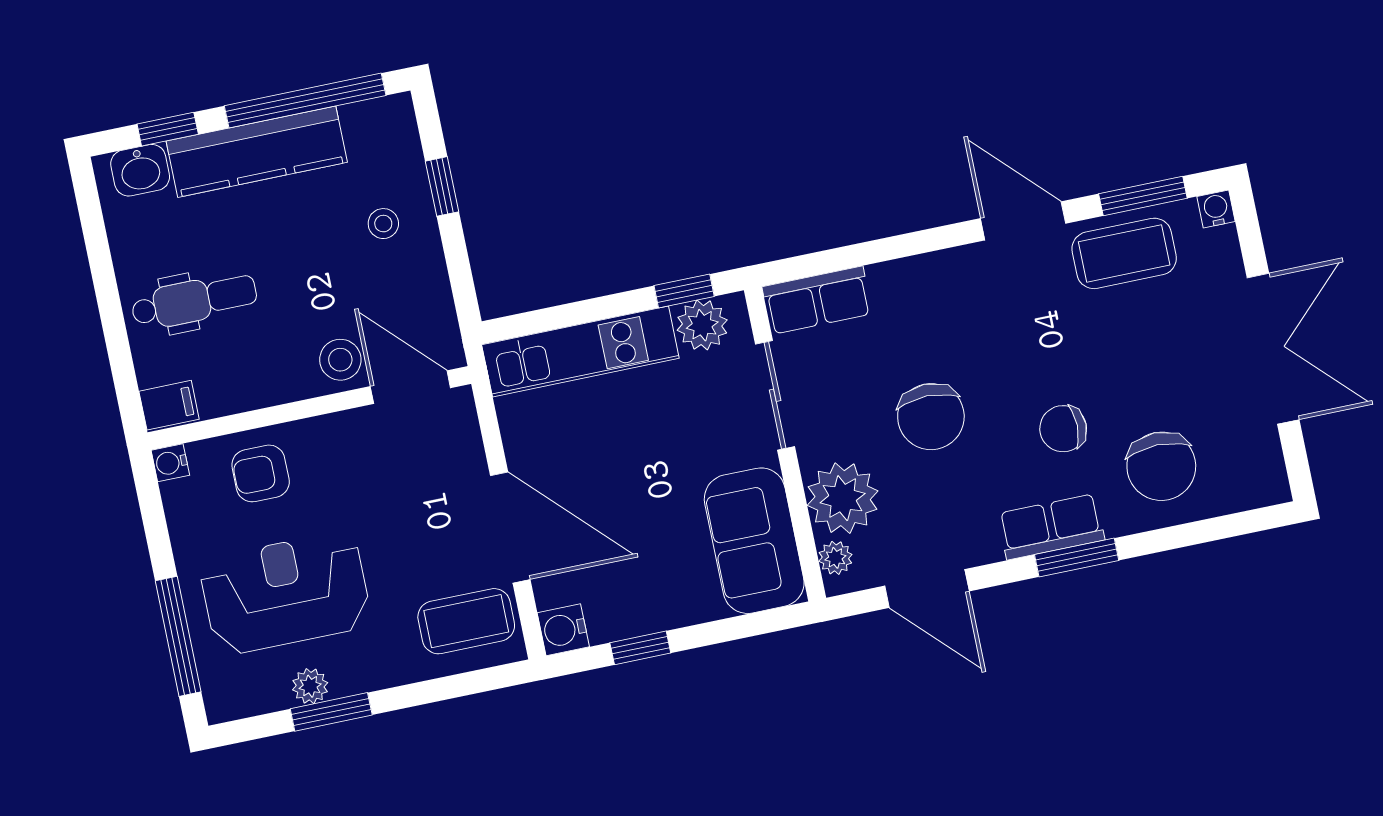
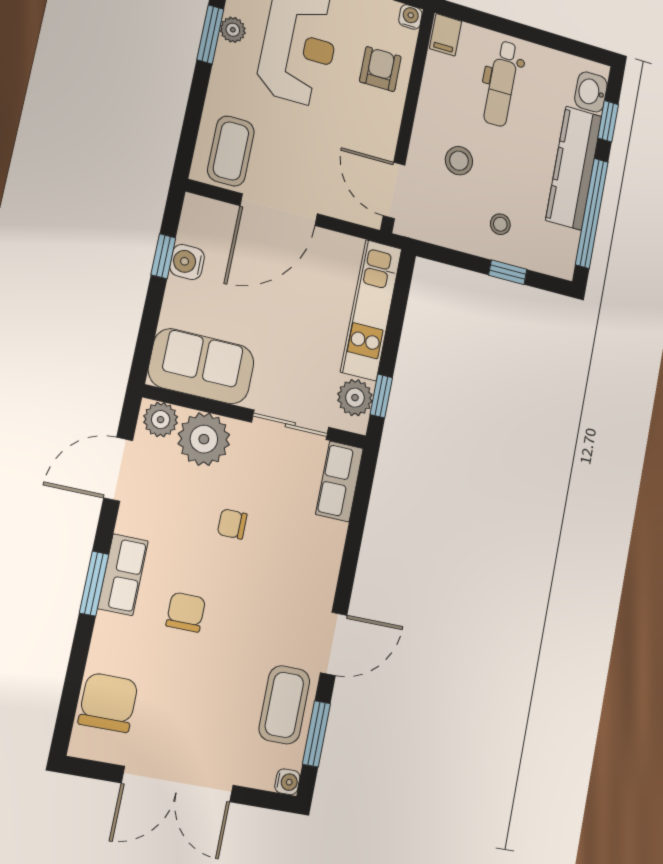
stool: (340, 360) -> (459, 161), moved
door: (410, 387) -> (394, 190), swing flipped
chair: (931, 417) -> (232, 524), width x0.54, depth x0.54
chair: (1161, 466) -> (108, 703), moved, turned 90
plant: (835, 558) -> (161, 420), width x1.38, depth x1.38
water cooler: (563, 630) -> (187, 262), moved, turned -90

